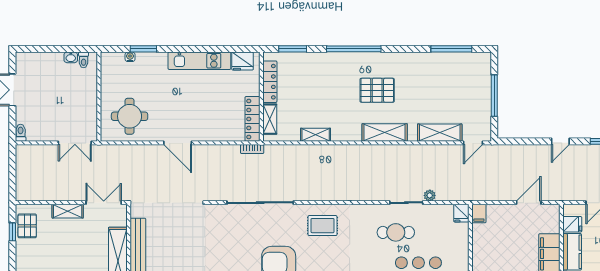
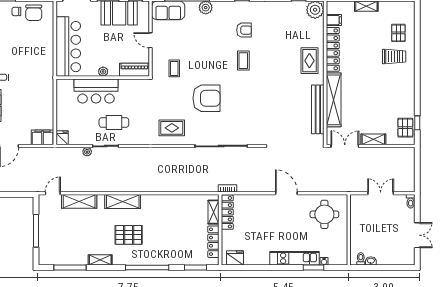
kitchen unit: (199, 61) -> (295, 258), moved
shelving: (316, 135) -> (100, 260), moved
double door: (75, 143) -> (381, 193), moved
double door: (104, 203) -> (345, 146), swing flipped
filing cabinet: (479, 214) -> (43, 137), width x2.00

